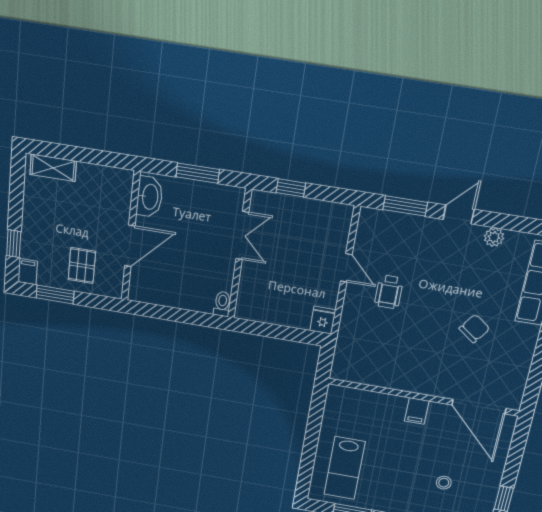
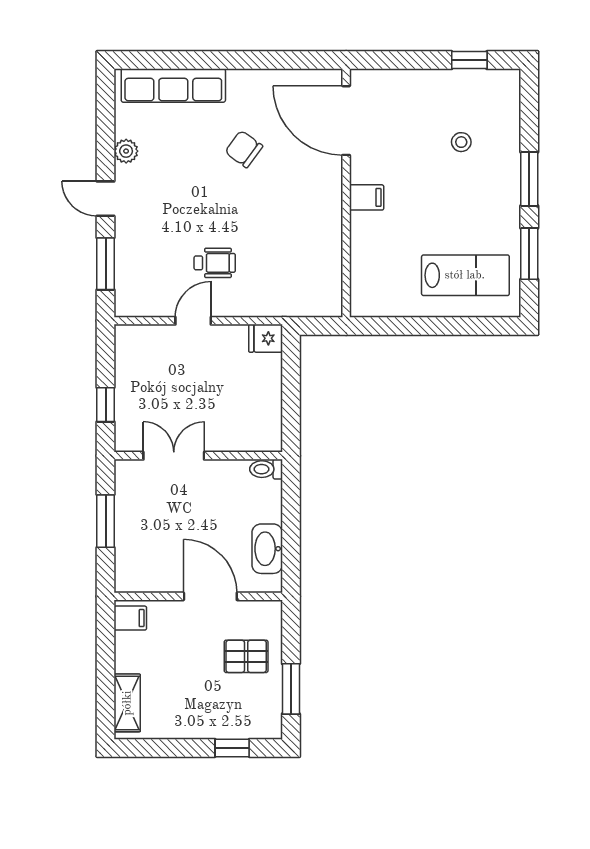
washbasin: (149, 197) -> (267, 549), moved, turned -90
filing cabinet: (28, 272) -> (130, 618), moved, turned 180
door: (479, 407) -> (346, 121), swing flipped

